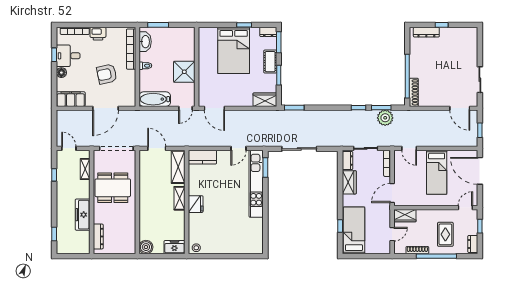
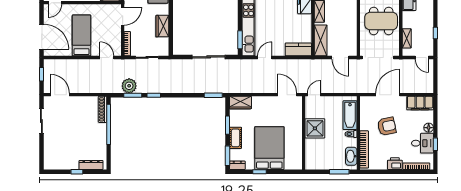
bathtub: (155, 99) -> (350, 115), moved, turned 90
dresser: (348, 161) -> (164, 46), removed

